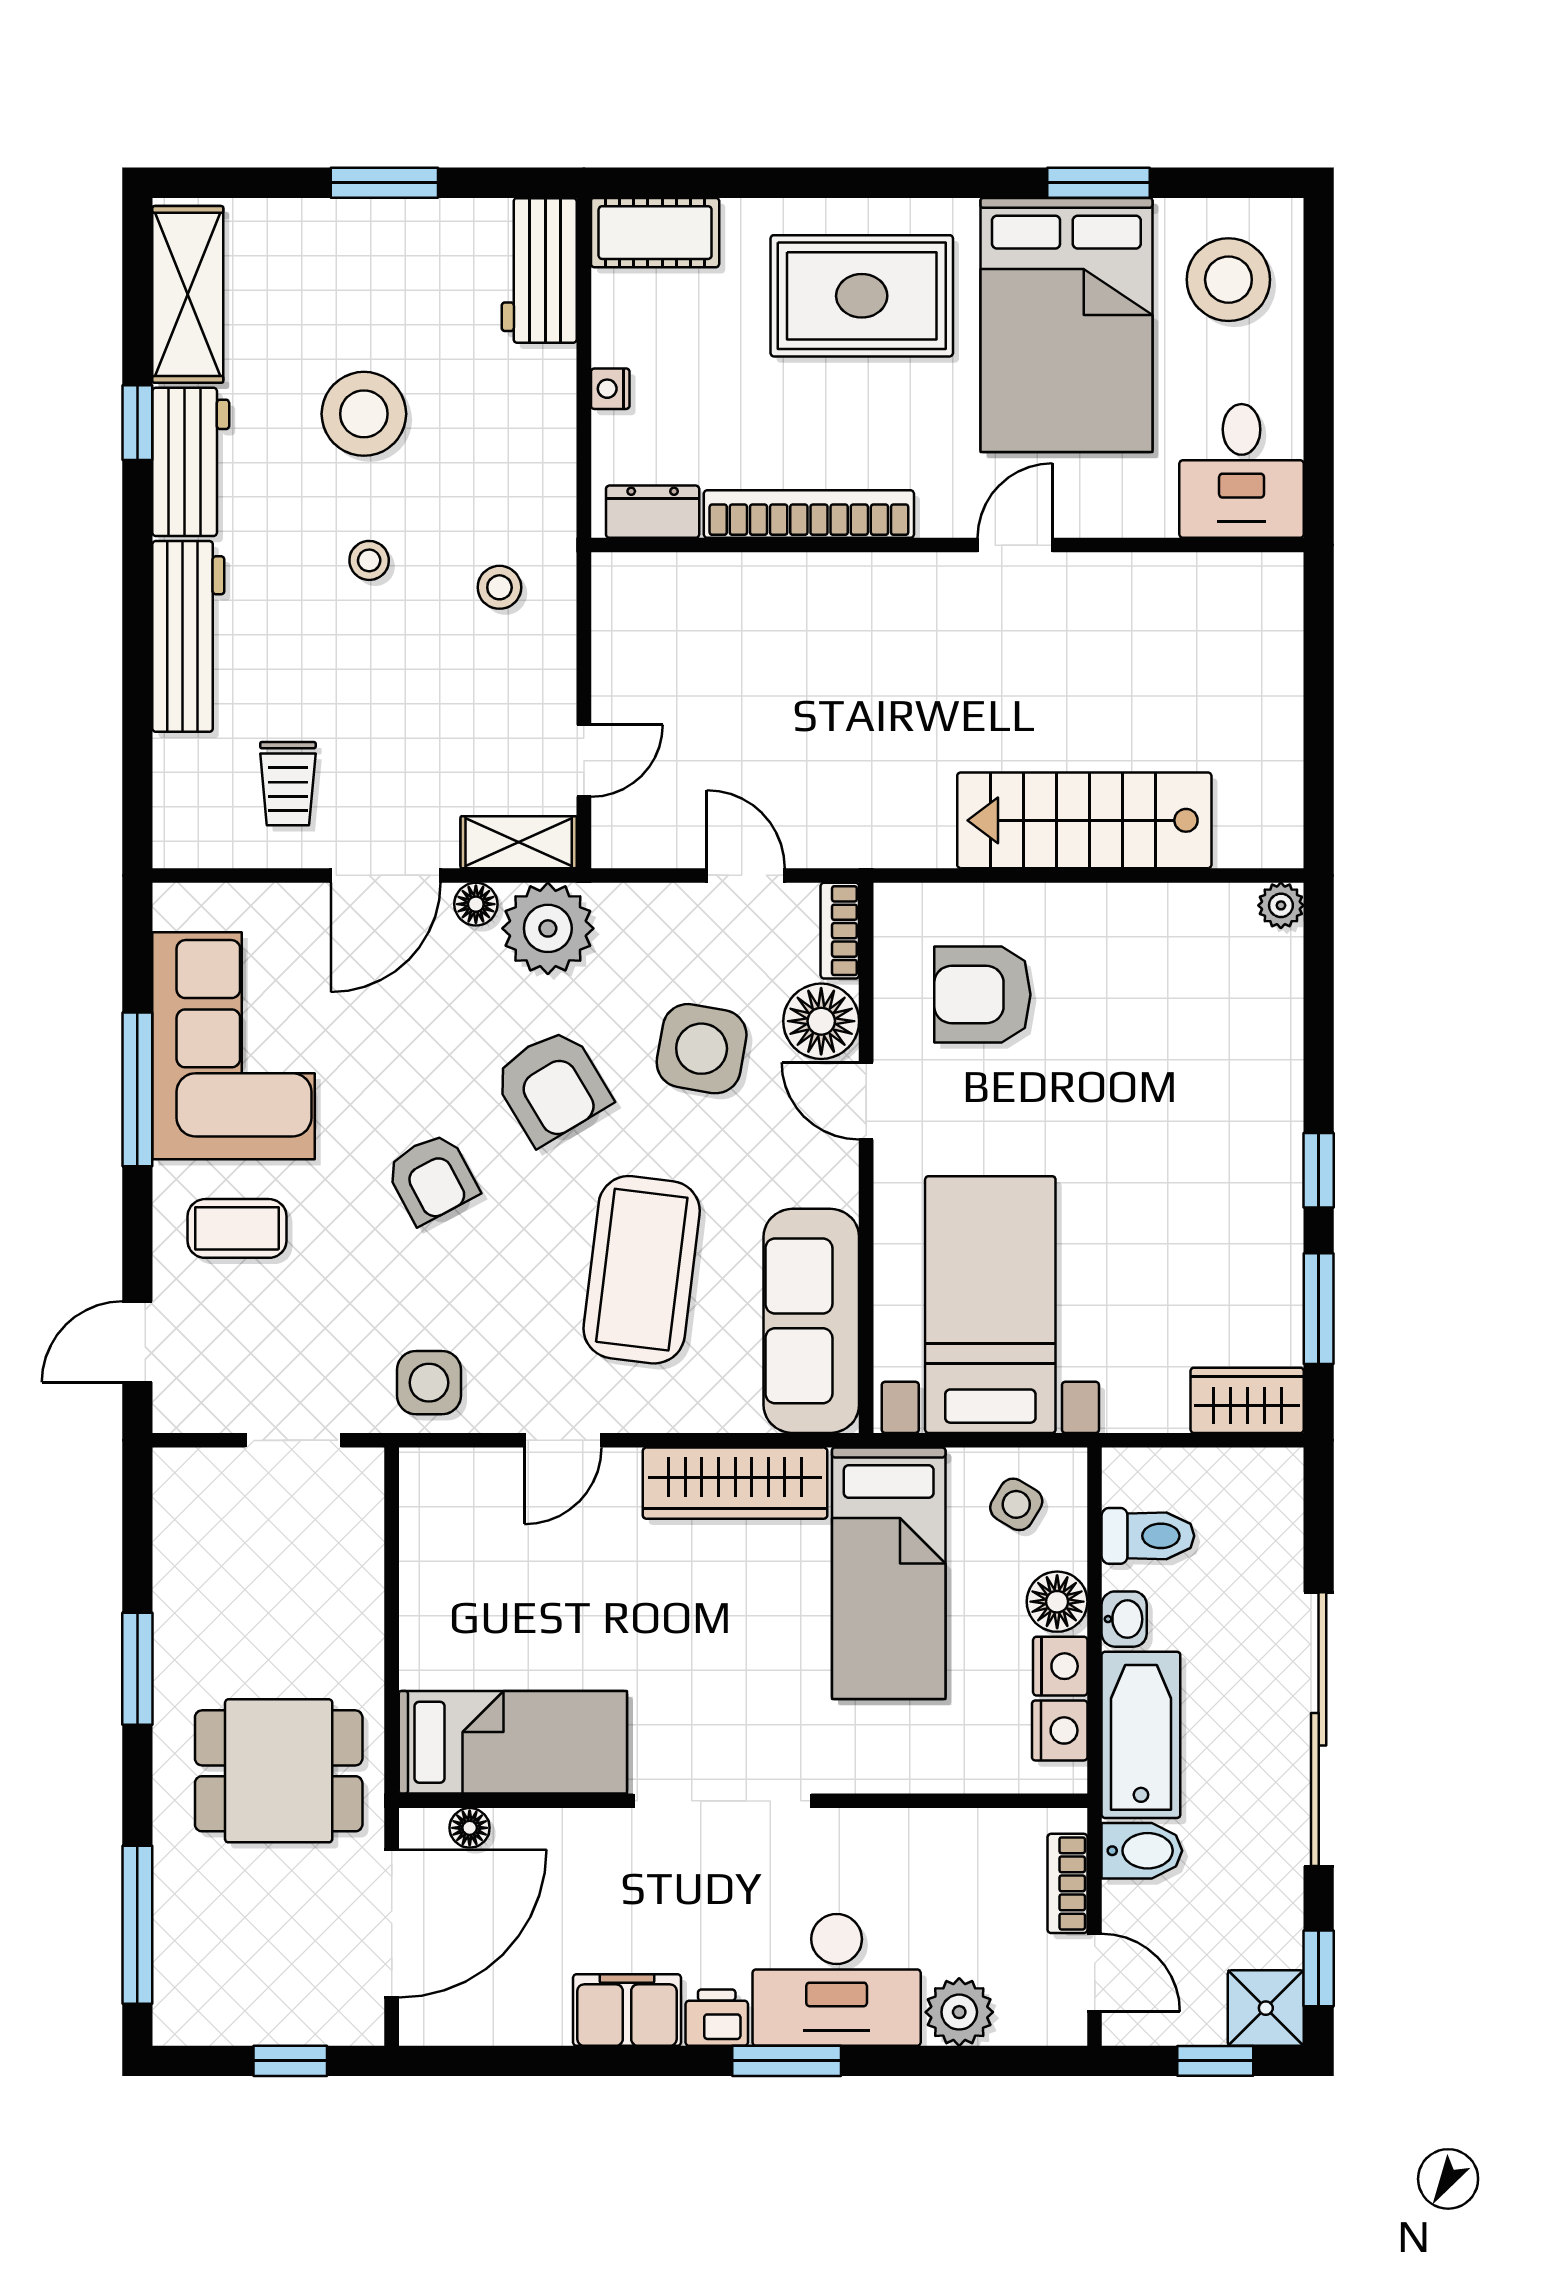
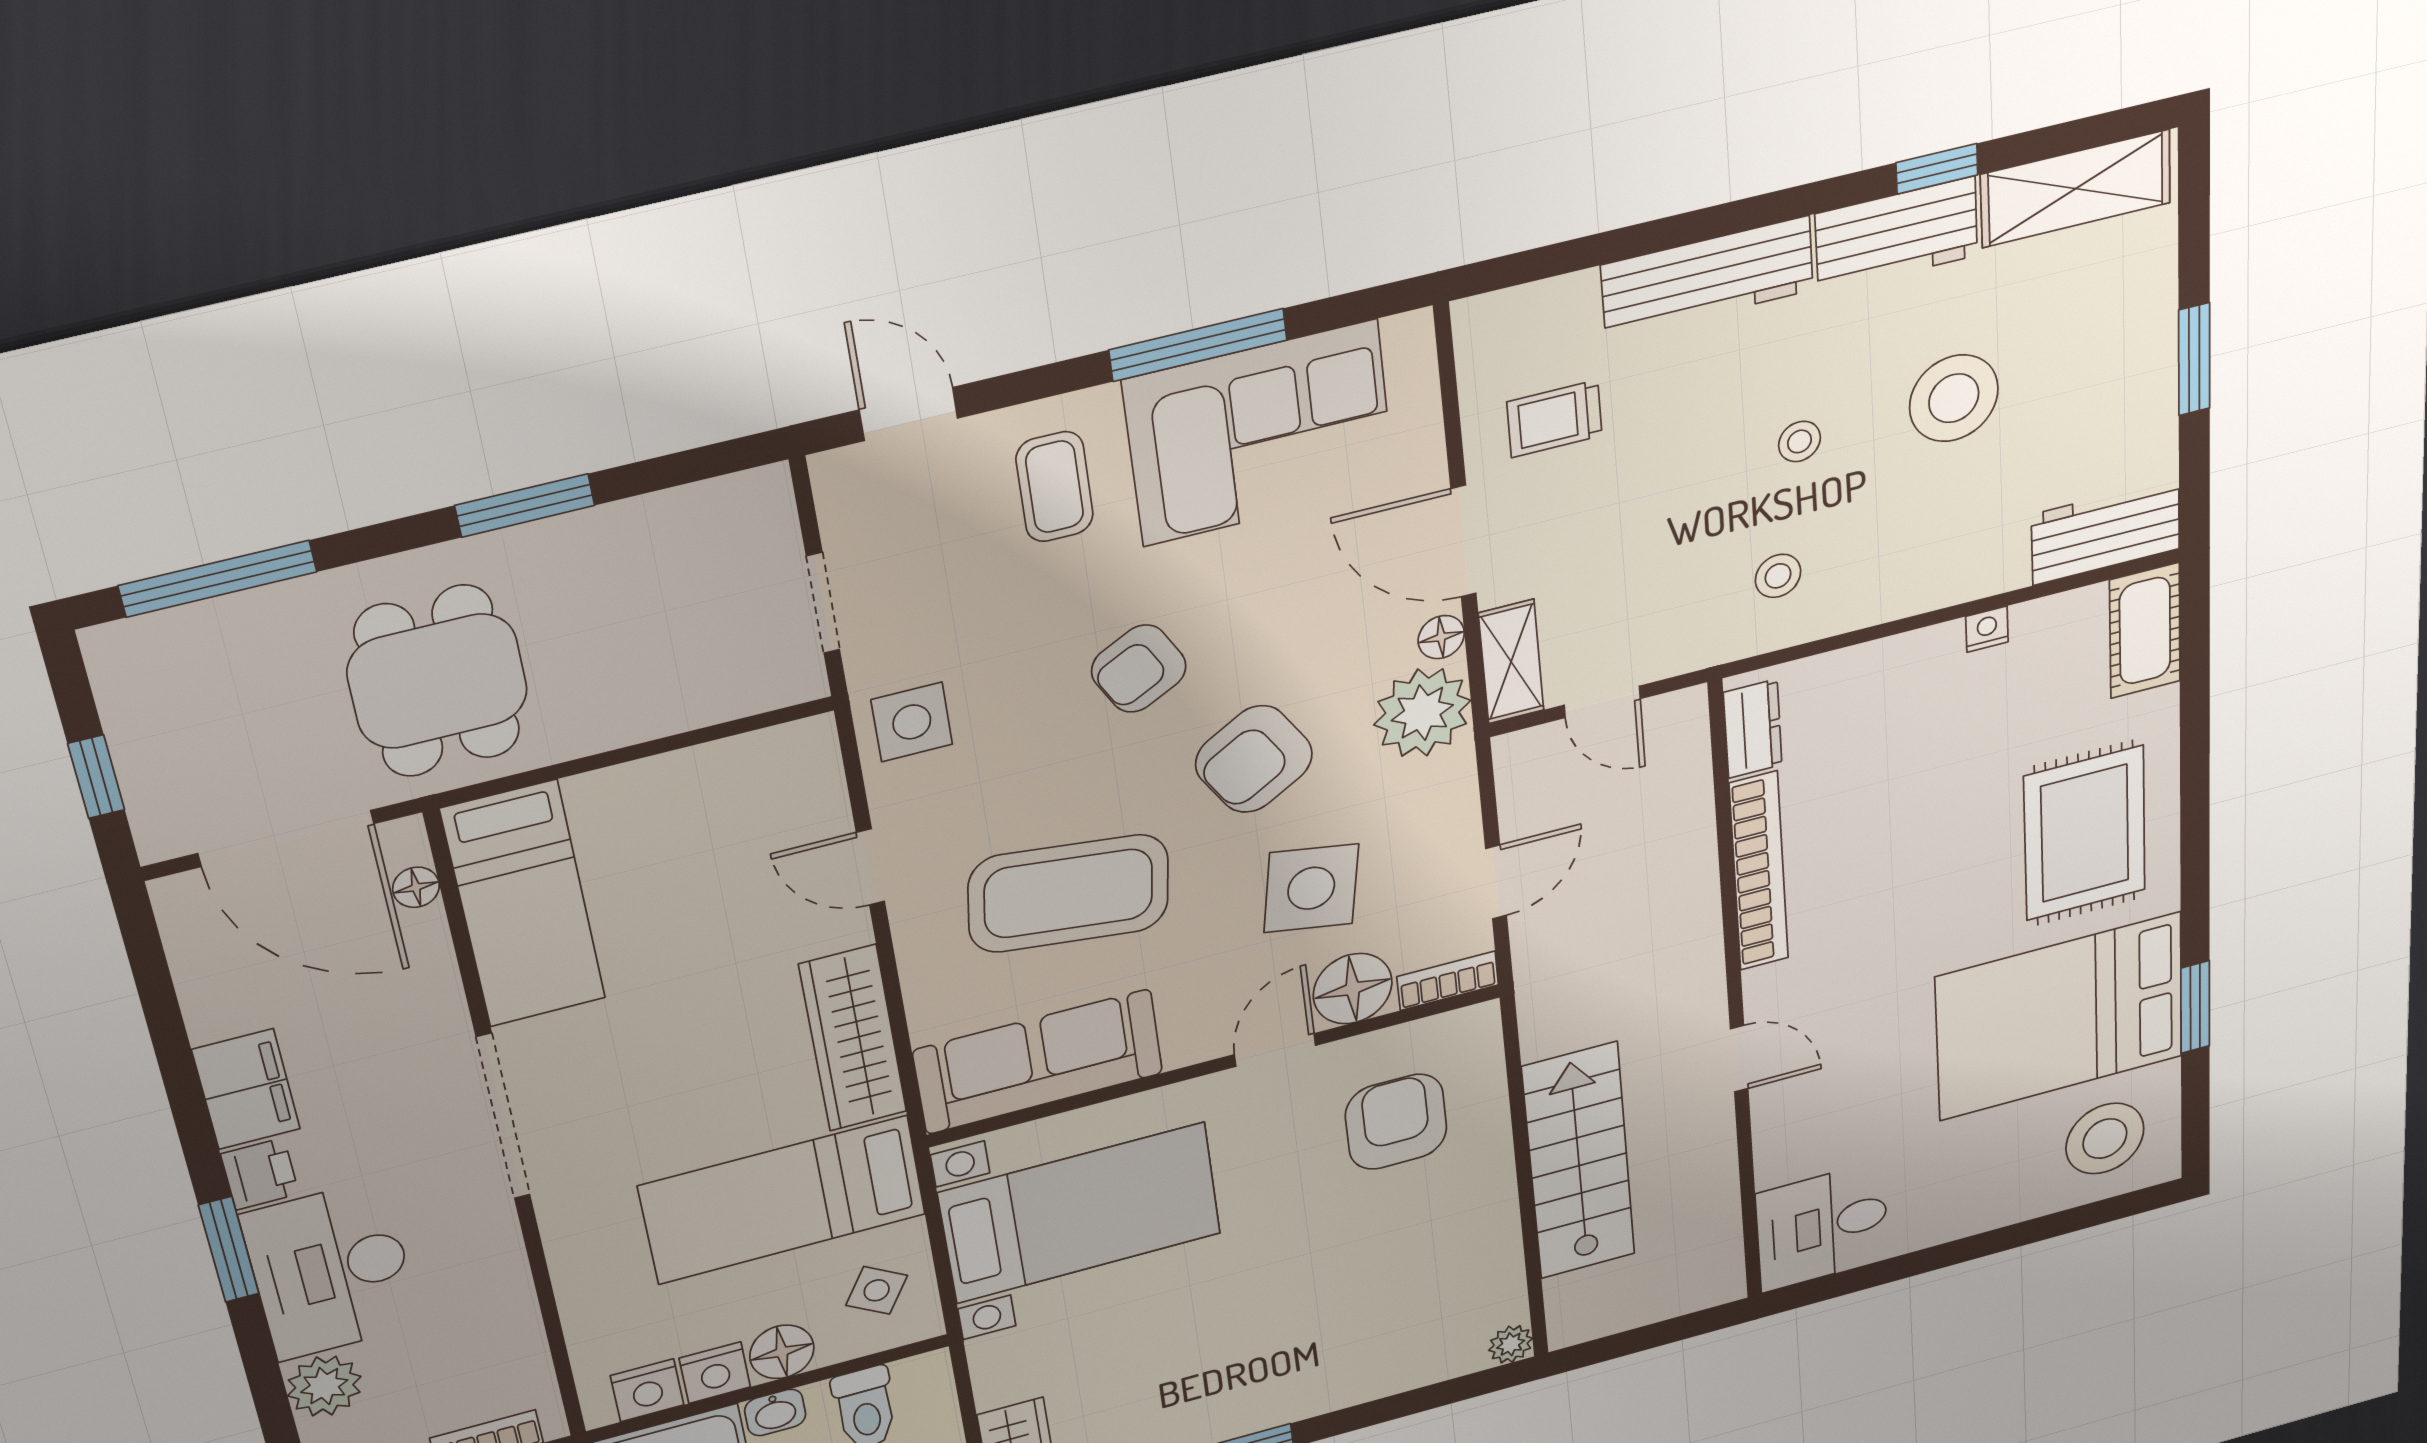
desk: (1242, 471) -> (1822, 1227), moved
dresser: (653, 512) -> (1753, 729), moved
bookcase: (809, 514) -> (1759, 871), moved
wall: (947, 545) -> (1735, 1001), moved
door: (1015, 545) -> (1739, 1059), moved

